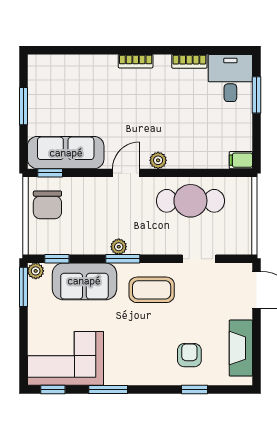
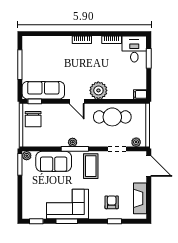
window: (23, 106) -> (20, 65), width x1.44
plant: (158, 160) -> (98, 90), width x1.88, depth x1.88
door: (126, 173) -> (77, 101), swing flipped
plant: (233, 246) -> (136, 142), added
window: (57, 259) -> (38, 149), removed
window: (123, 259) -> (75, 149), width x1.44
coffee table: (152, 290) -> (91, 166), turned 90
corner sofa: (65, 358) -> (67, 204), moved

